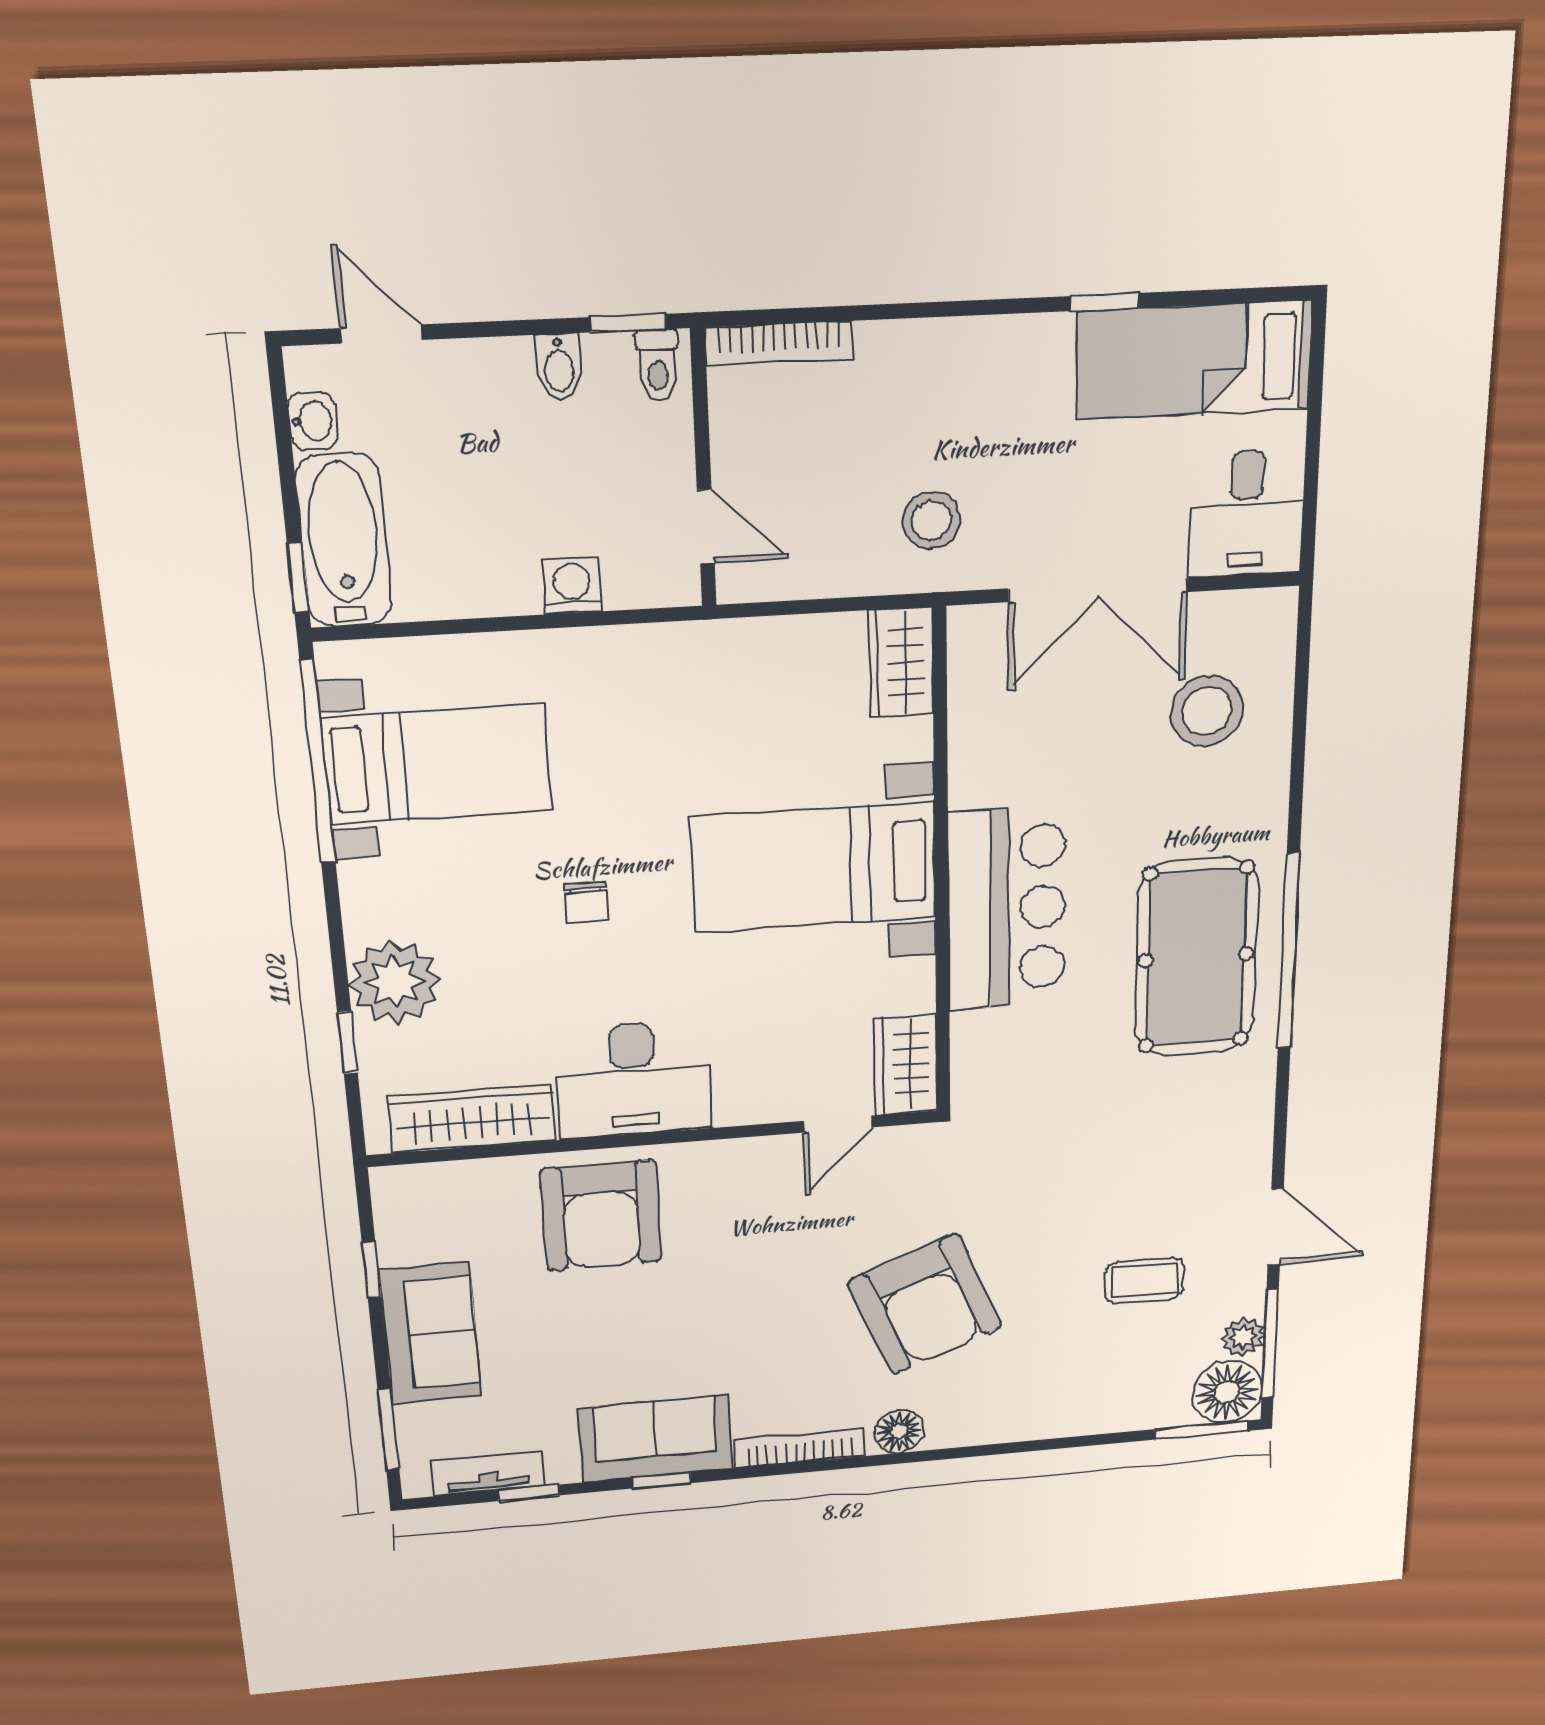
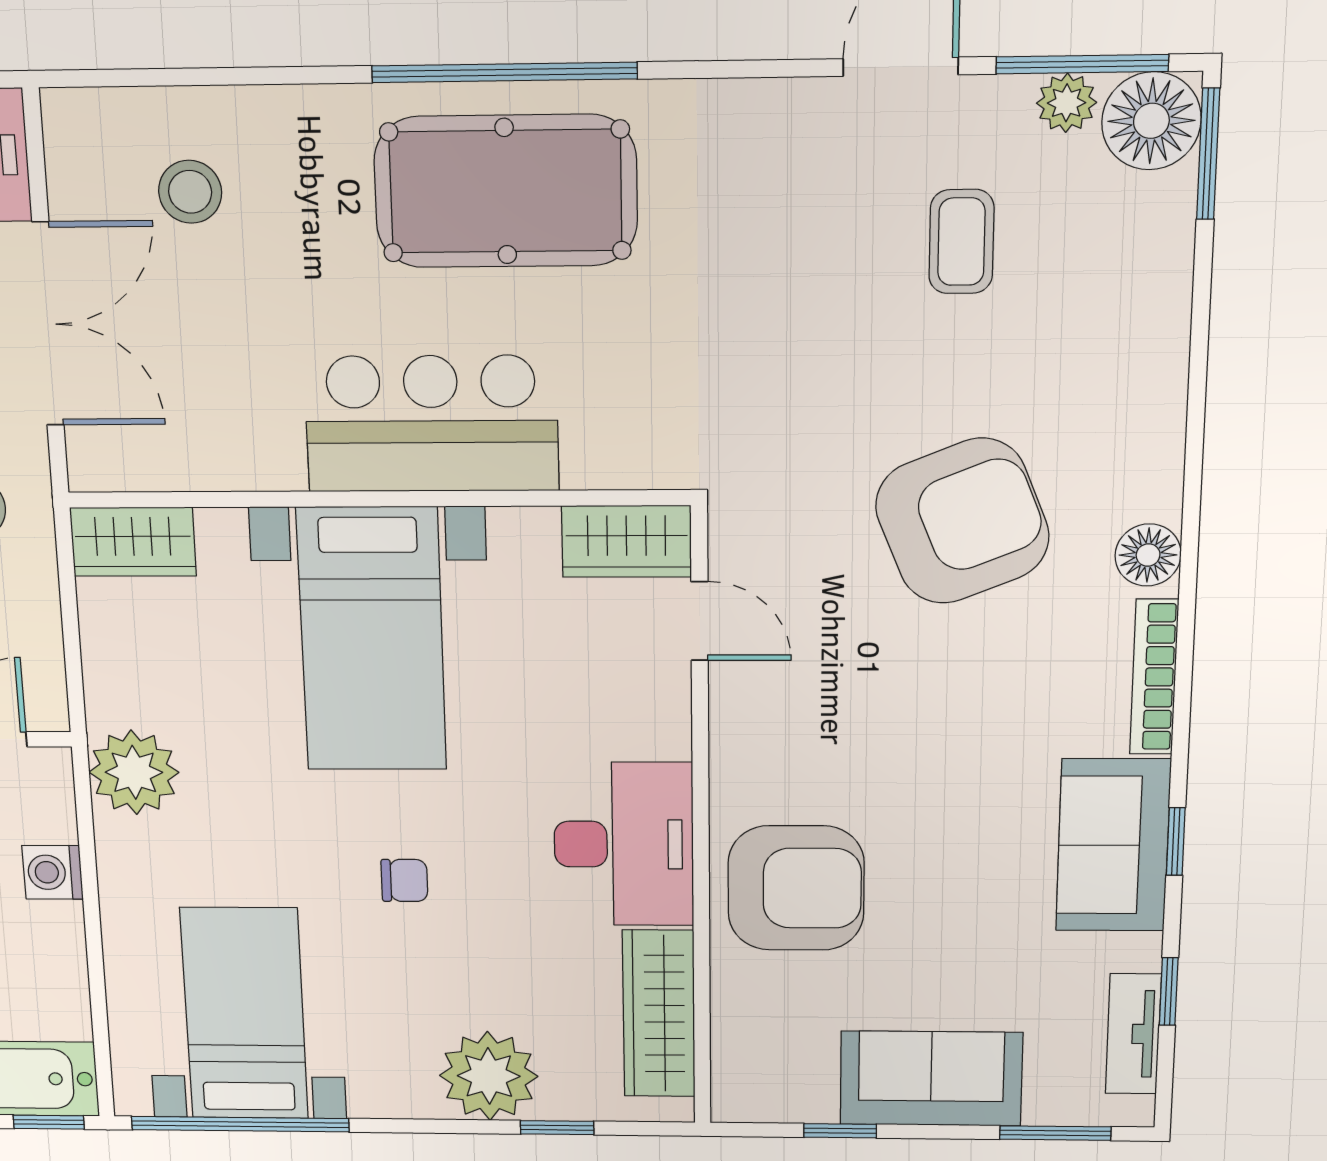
plant: (679, 662) -> (134, 772), added
stool: (1207, 711) -> (190, 192), width x0.73, depth x0.73

